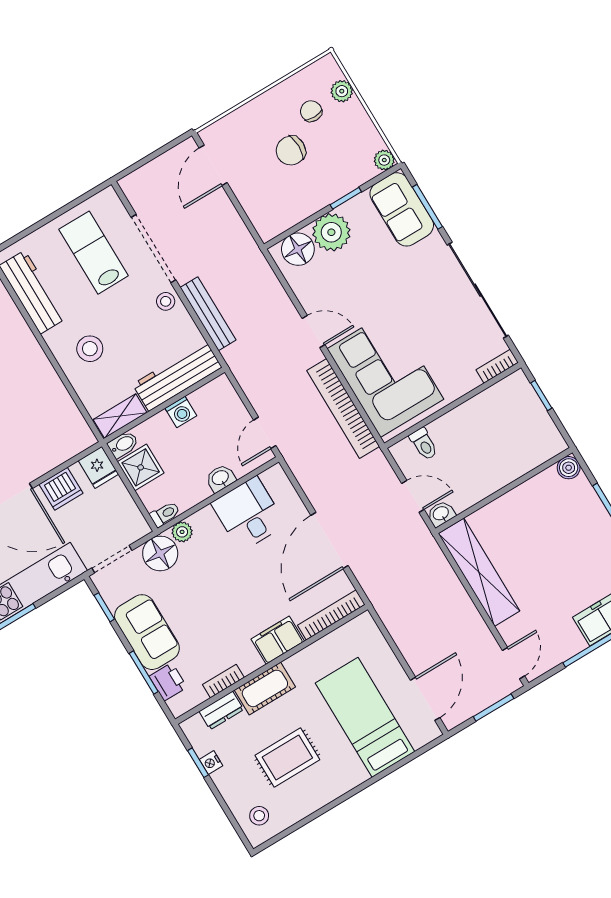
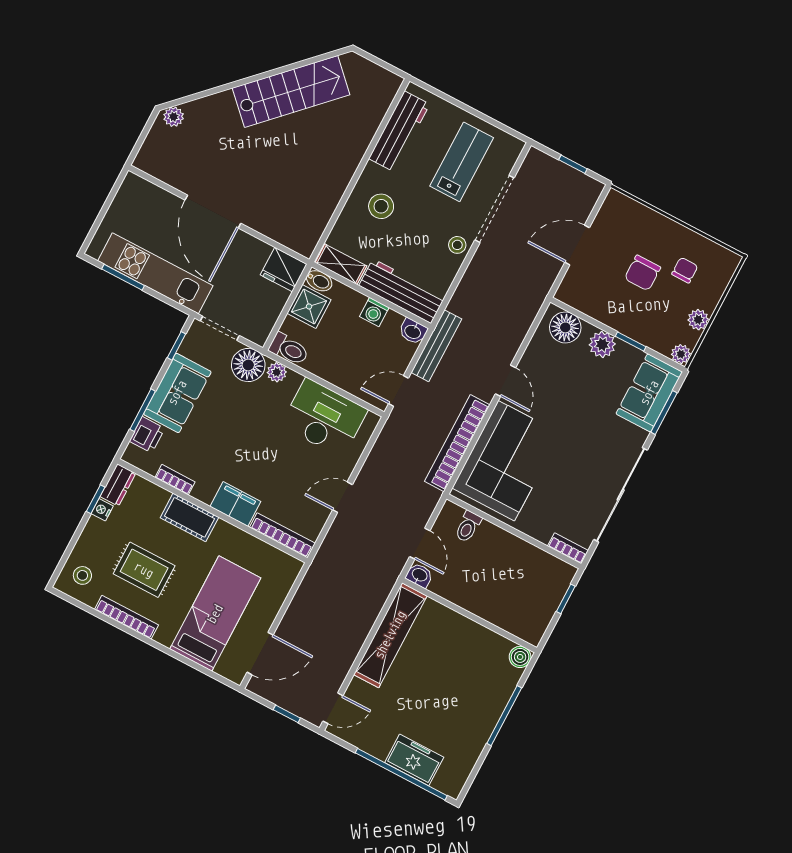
plant: (342, 91) -> (698, 320), moved
chair: (291, 151) -> (643, 273), turned -90
window: (156, 154) -> (573, 164), added
door: (213, 165) -> (577, 245), moved
plant: (331, 232) -> (602, 344), width x0.73, depth x0.73
bench: (208, 314) -> (436, 346), moved
fridge: (98, 467) -> (284, 270), width x1.38
washbasin: (221, 478) -> (413, 331), moved, turned 180
dishwasher: (61, 489) -> (252, 252), removed
toilet: (165, 514) -> (289, 349), width x1.37, depth x1.39
desk: (248, 514) -> (324, 418), width x1.37
door: (330, 541) -> (342, 497), width x0.53
window: (494, 707) -> (287, 714), width x0.67
dresser: (221, 710) -> (118, 485), moved, turned -90
bookcase: (320, 799) -> (126, 617), added

